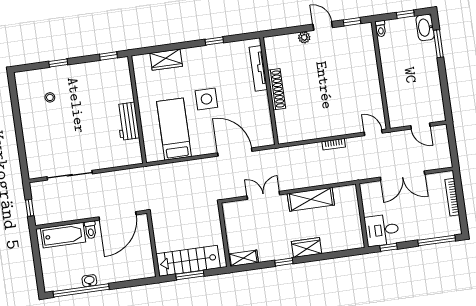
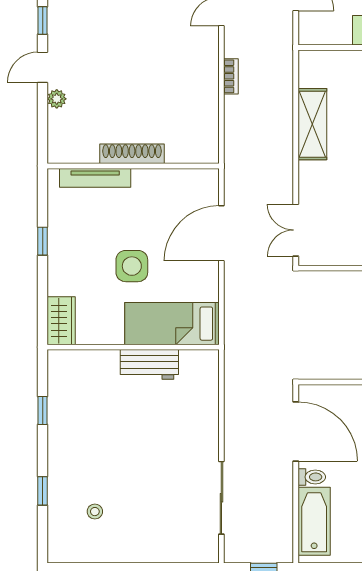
wall: (137, 110) -> (133, 347), moved
workbench: (128, 121) -> (149, 364), moved
double door: (263, 195) -> (296, 230), moved

